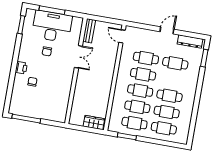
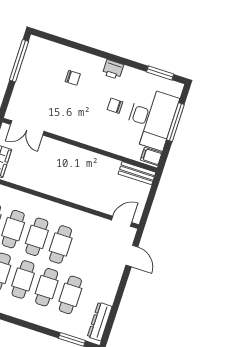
filing cabinet: (77, 23) -> (151, 156), added
door: (167, 30) -> (132, 256), moved
double door: (78, 57) -> (27, 128), moved
cafe table: (146, 58) -> (47, 287), moved
printer: (21, 68) -> (113, 69), moved

